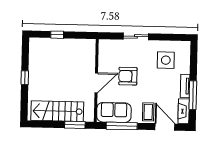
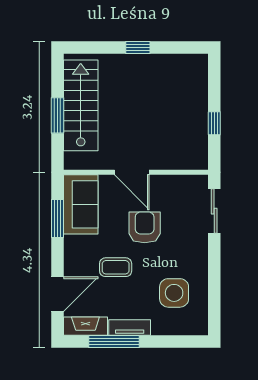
window: (57, 35) -> (214, 123), moved
sliding door: (136, 36) -> (214, 211), moved
coffee table: (148, 112) -> (116, 267), moved
window: (75, 125) -> (57, 115), moved
window: (122, 126) -> (57, 219), width x0.69

